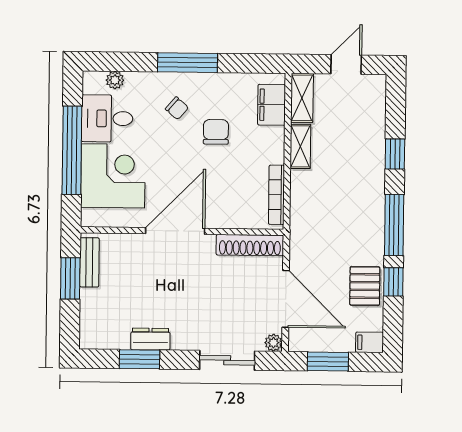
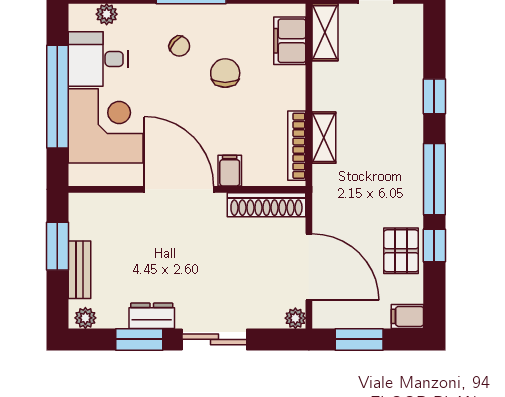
shelving: (300, 146) -> (324, 138), moved
filing cabinet: (219, 215) -> (230, 171), added
door: (175, 231) -> (179, 189), hinge flipped
bench: (89, 262) -> (79, 270), moved
plant: (93, 340) -> (85, 318), added
sliding door: (227, 360) -> (214, 339), moved

